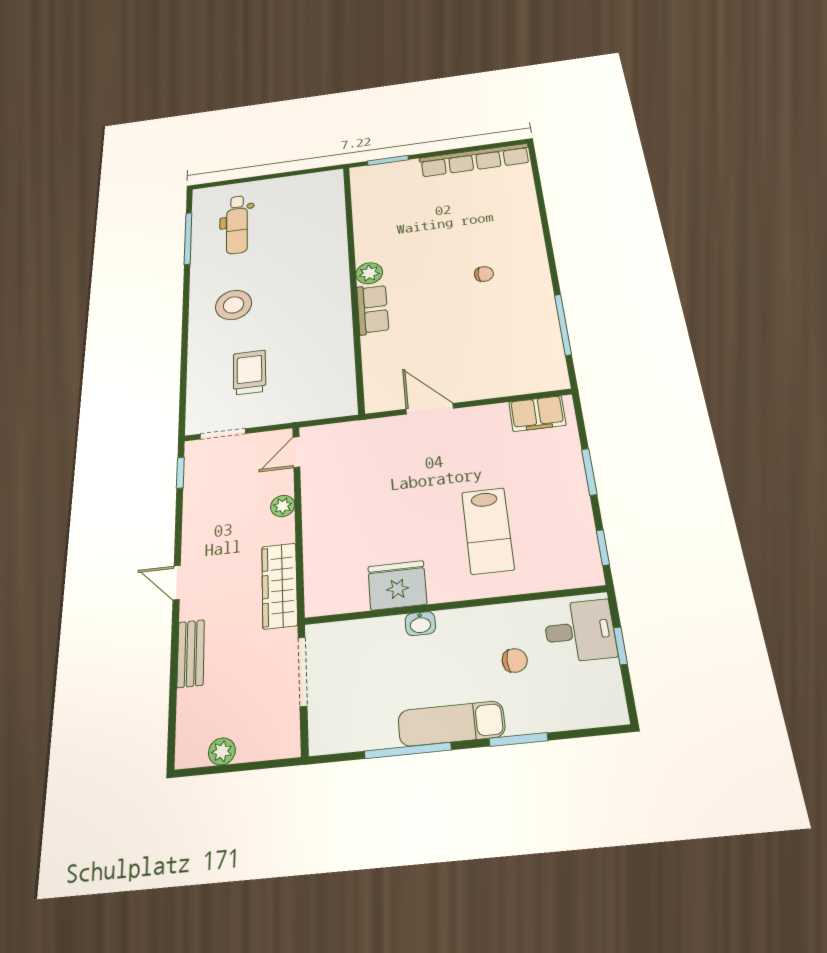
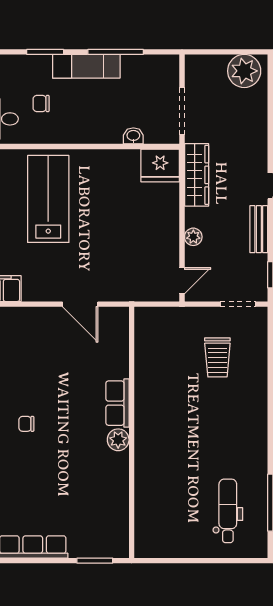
stool: (234, 305) -> (230, 425), removed
lab bench: (488, 531) -> (48, 199), width x1.36, depth x1.39
fridge: (397, 585) -> (160, 165), moved
washbasin: (420, 624) -> (133, 136), moved
bench: (191, 653) -> (259, 229), moved
plant: (222, 751) -> (244, 71), width x1.87, depth x1.87

